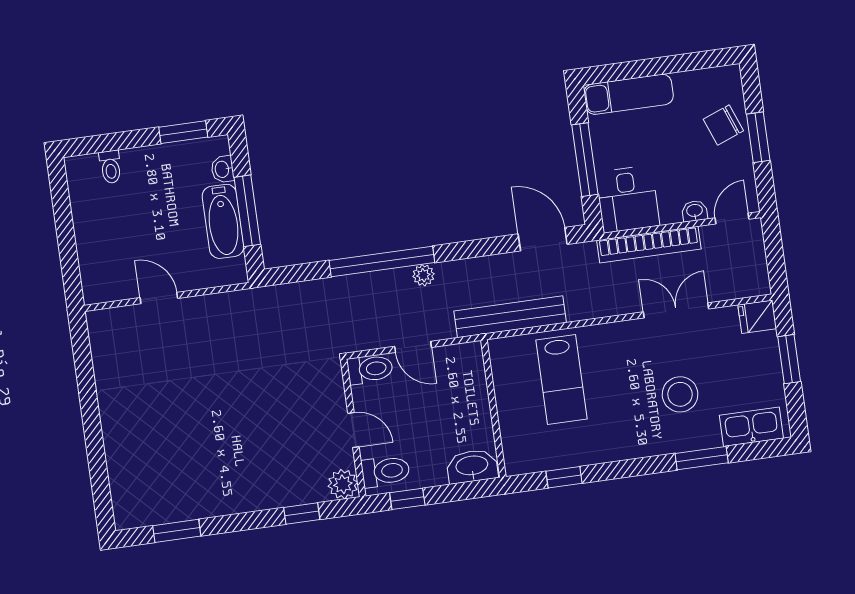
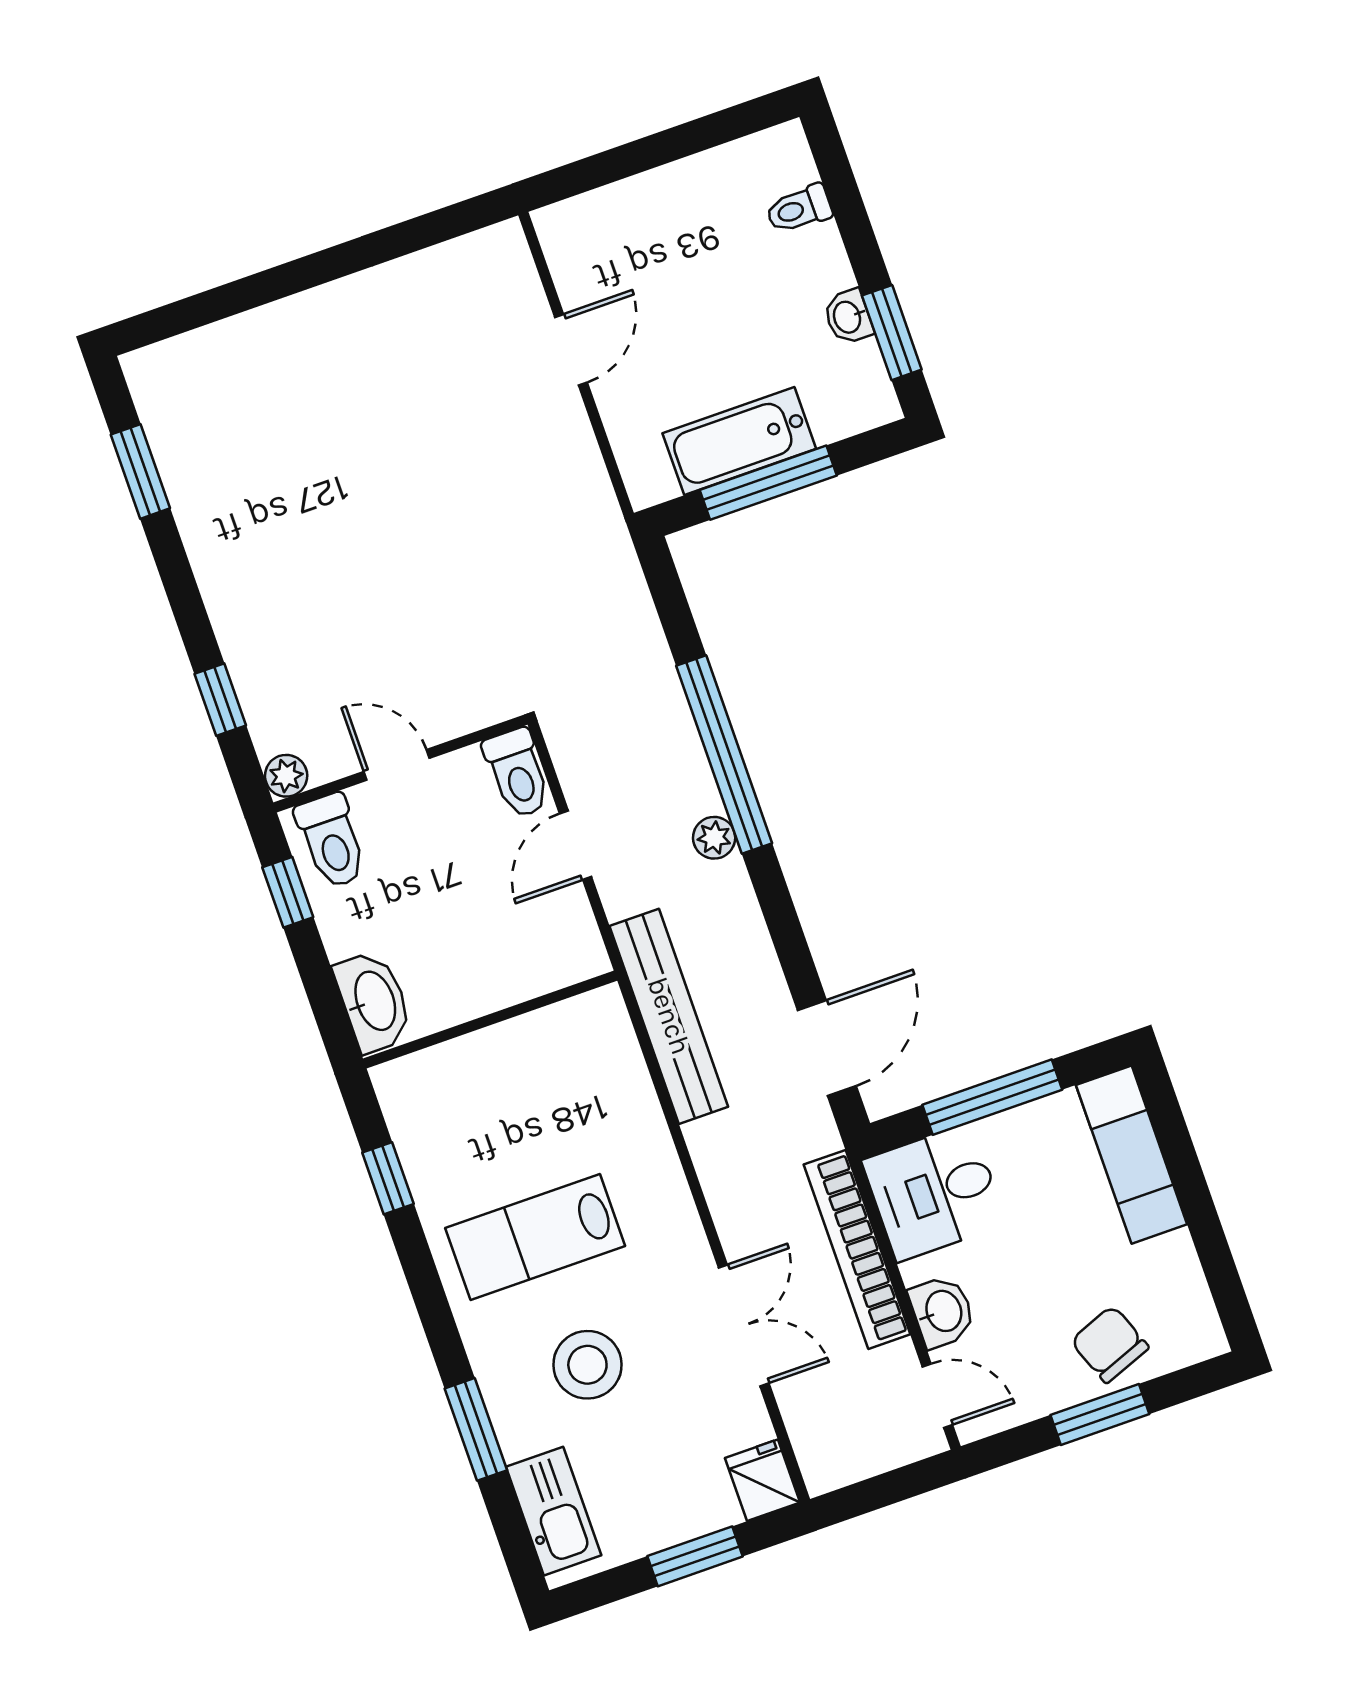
washbasin: (223, 169) -> (848, 317), moved, turned -90
washbasin: (695, 211) -> (942, 1311), width x1.38, depth x1.45
lab bench: (562, 379) -> (535, 1237), moved
door: (353, 430) -> (397, 765), swing flipped
plant: (343, 484) -> (286, 776), width x0.73, depth x0.73

